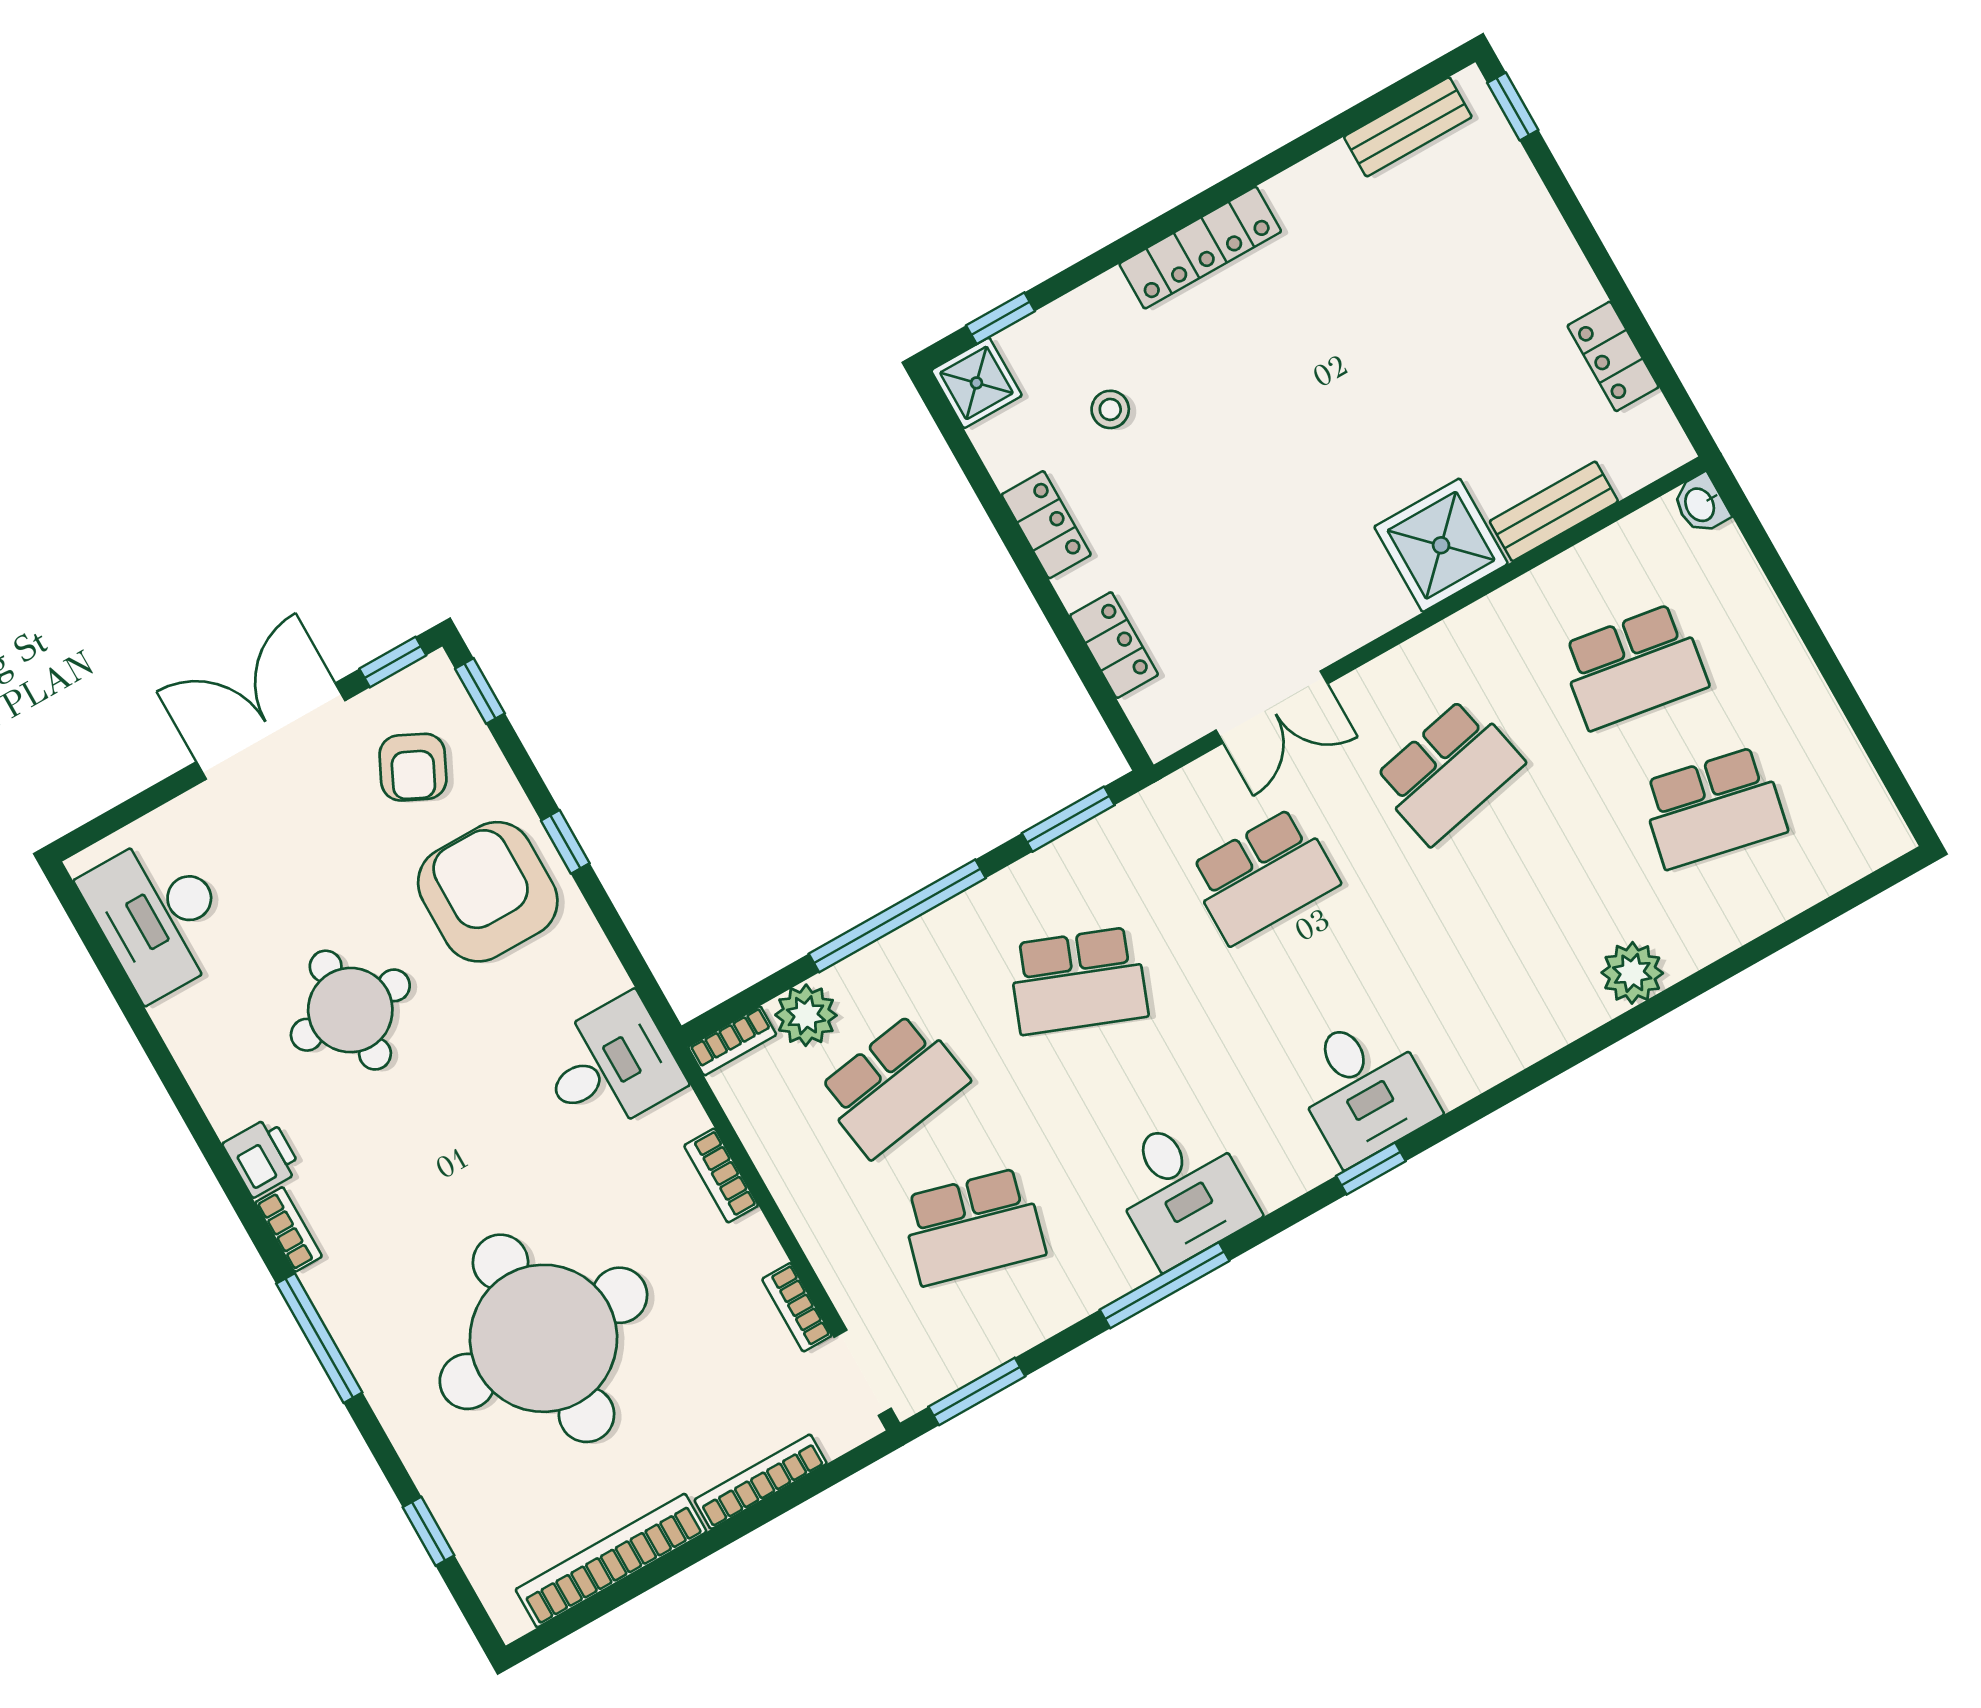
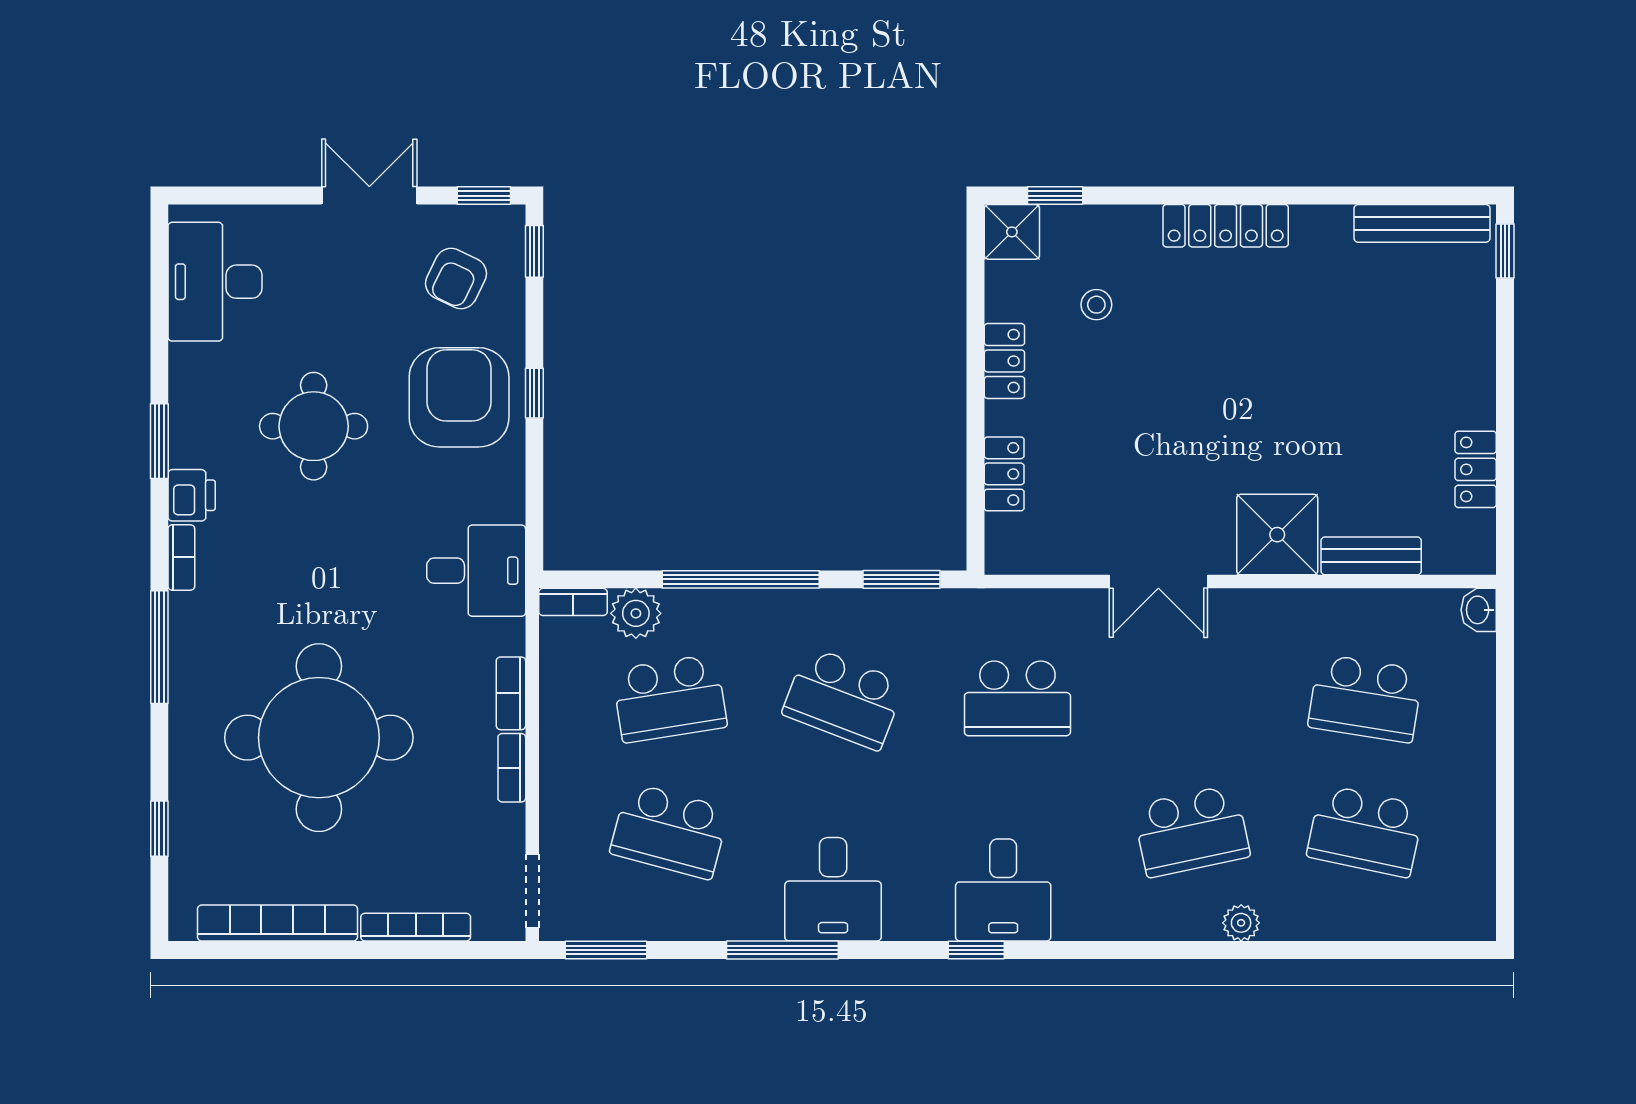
bench: (1408, 127) -> (1422, 223), width x1.36
double door: (1272, 707) -> (1158, 582), moved
double door: (271, 731) -> (369, 196), width x0.73
school desk: (1448, 771) -> (1191, 831), moved
plant: (1632, 973) -> (1241, 923), width x0.73, depth x0.73
window: (195, 1119) -> (159, 441), added
bookcase: (797, 1307) -> (512, 768), moved

